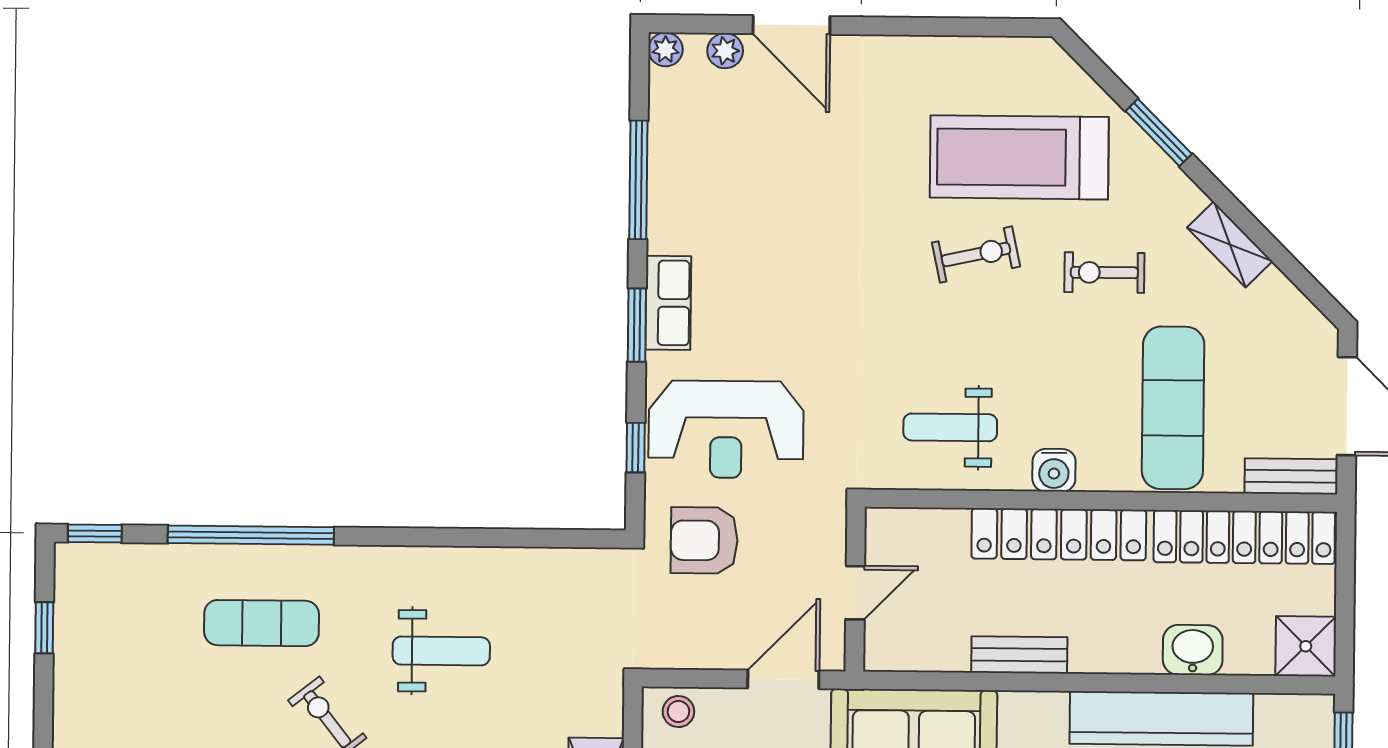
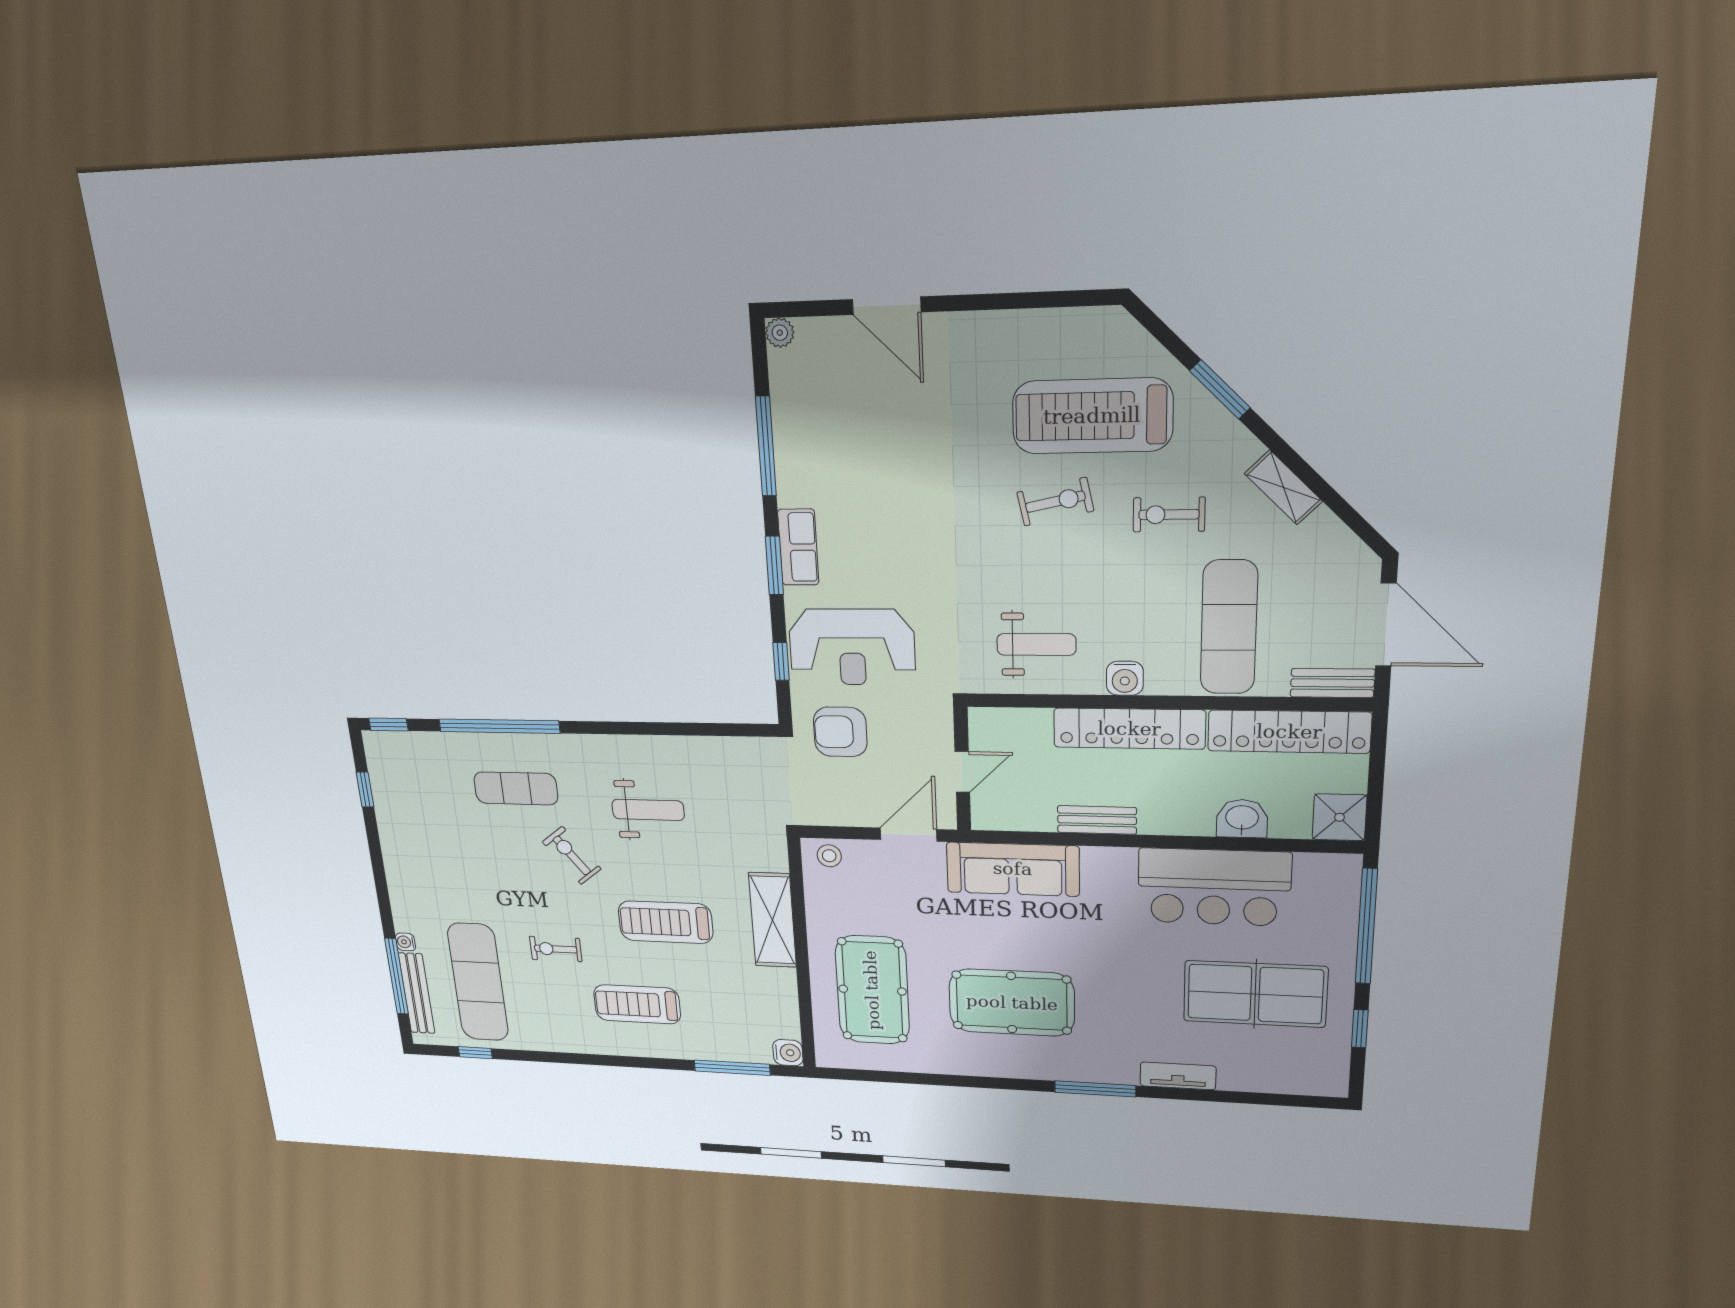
plant: (725, 51) -> (831, 331), removed
weight bench: (950, 427) -> (1036, 644), turned 180

